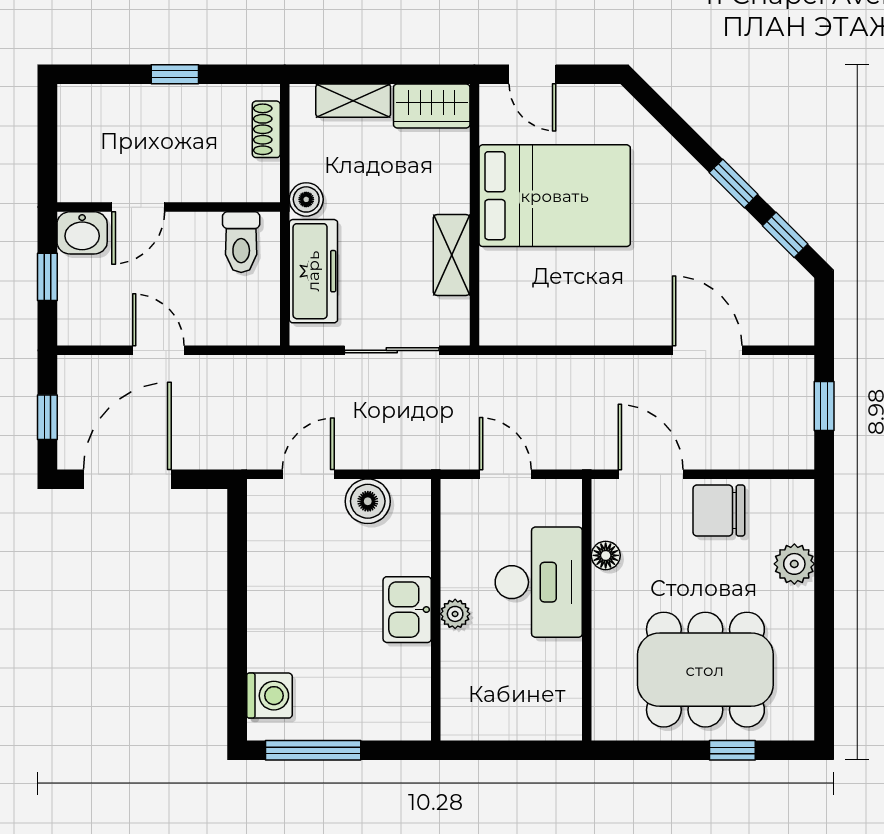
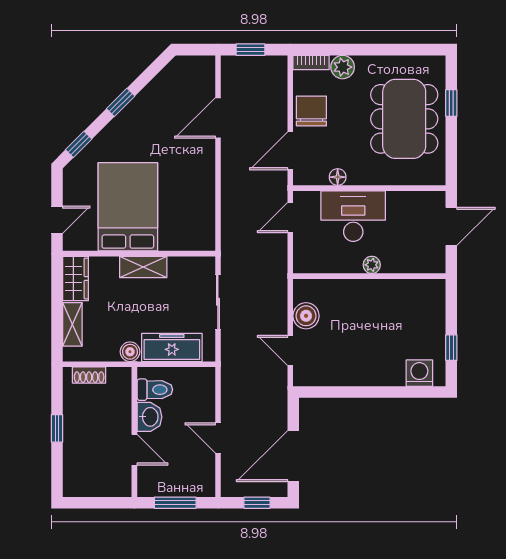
washbasin: (82, 233) -> (149, 417), moved
window: (785, 235) -> (79, 144), moved
shelving: (452, 255) -> (143, 267), moved
window: (47, 277) -> (175, 503), width x1.50
door: (158, 350) -> (218, 438), hinge flipped
door: (505, 474) -> (290, 217), moved
door: (127, 479) -> (293, 456), hinge flipped
bookcase: (802, 510) -> (311, 62), added
chair: (719, 511) -> (311, 111), turned 180
kitchen sink: (407, 610) -> (369, 293), removed
window: (313, 750) -> (451, 348), width x0.46
door: (521, 750) -> (451, 226), added

